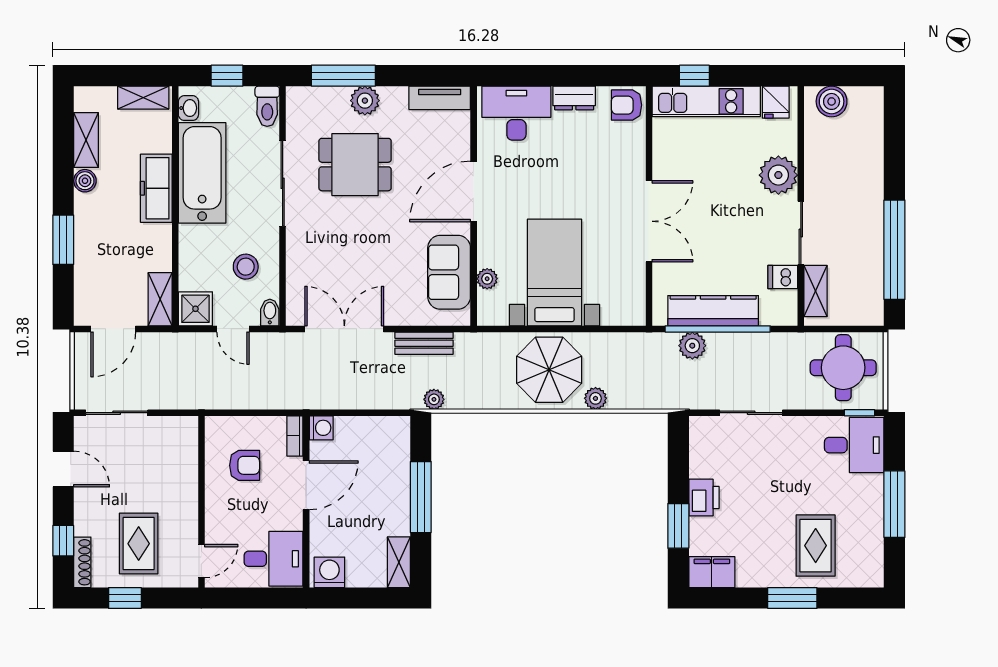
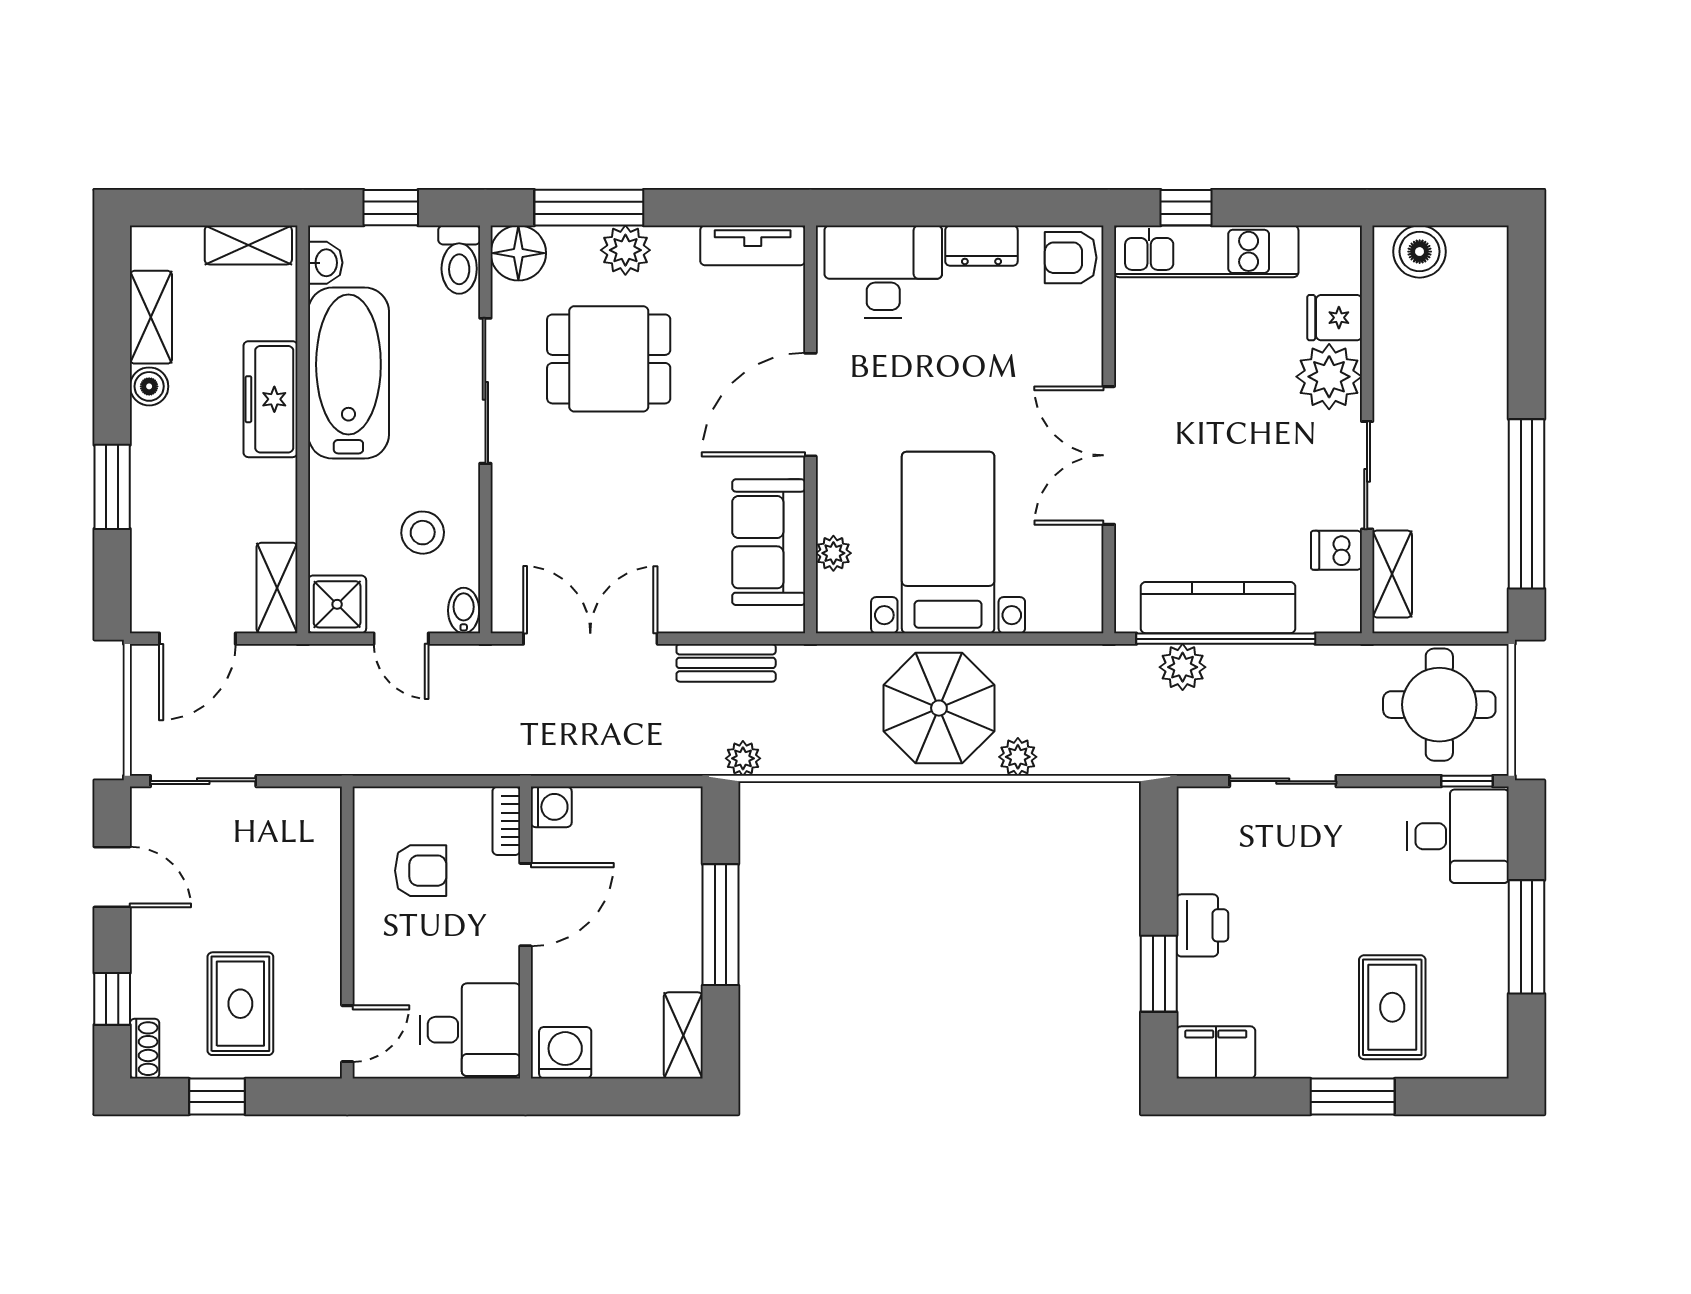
floor lamp: (302, 102) -> (518, 253), added
fridge: (776, 102) -> (1335, 318), moved, turned 90
double door: (649, 221) -> (1109, 455), swing flipped
shoe rack: (82, 562) -> (145, 1049), width x0.70

